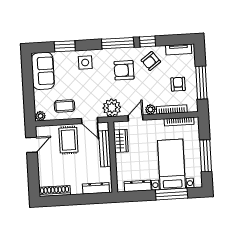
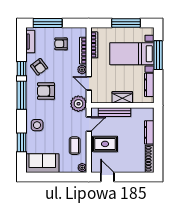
armchair: (124, 70) -> (46, 91), turned 90
window: (201, 83) -> (48, 23), moved
wardrobe: (121, 141) -> (122, 97), moved
dresser: (96, 188) -> (149, 132), moved

